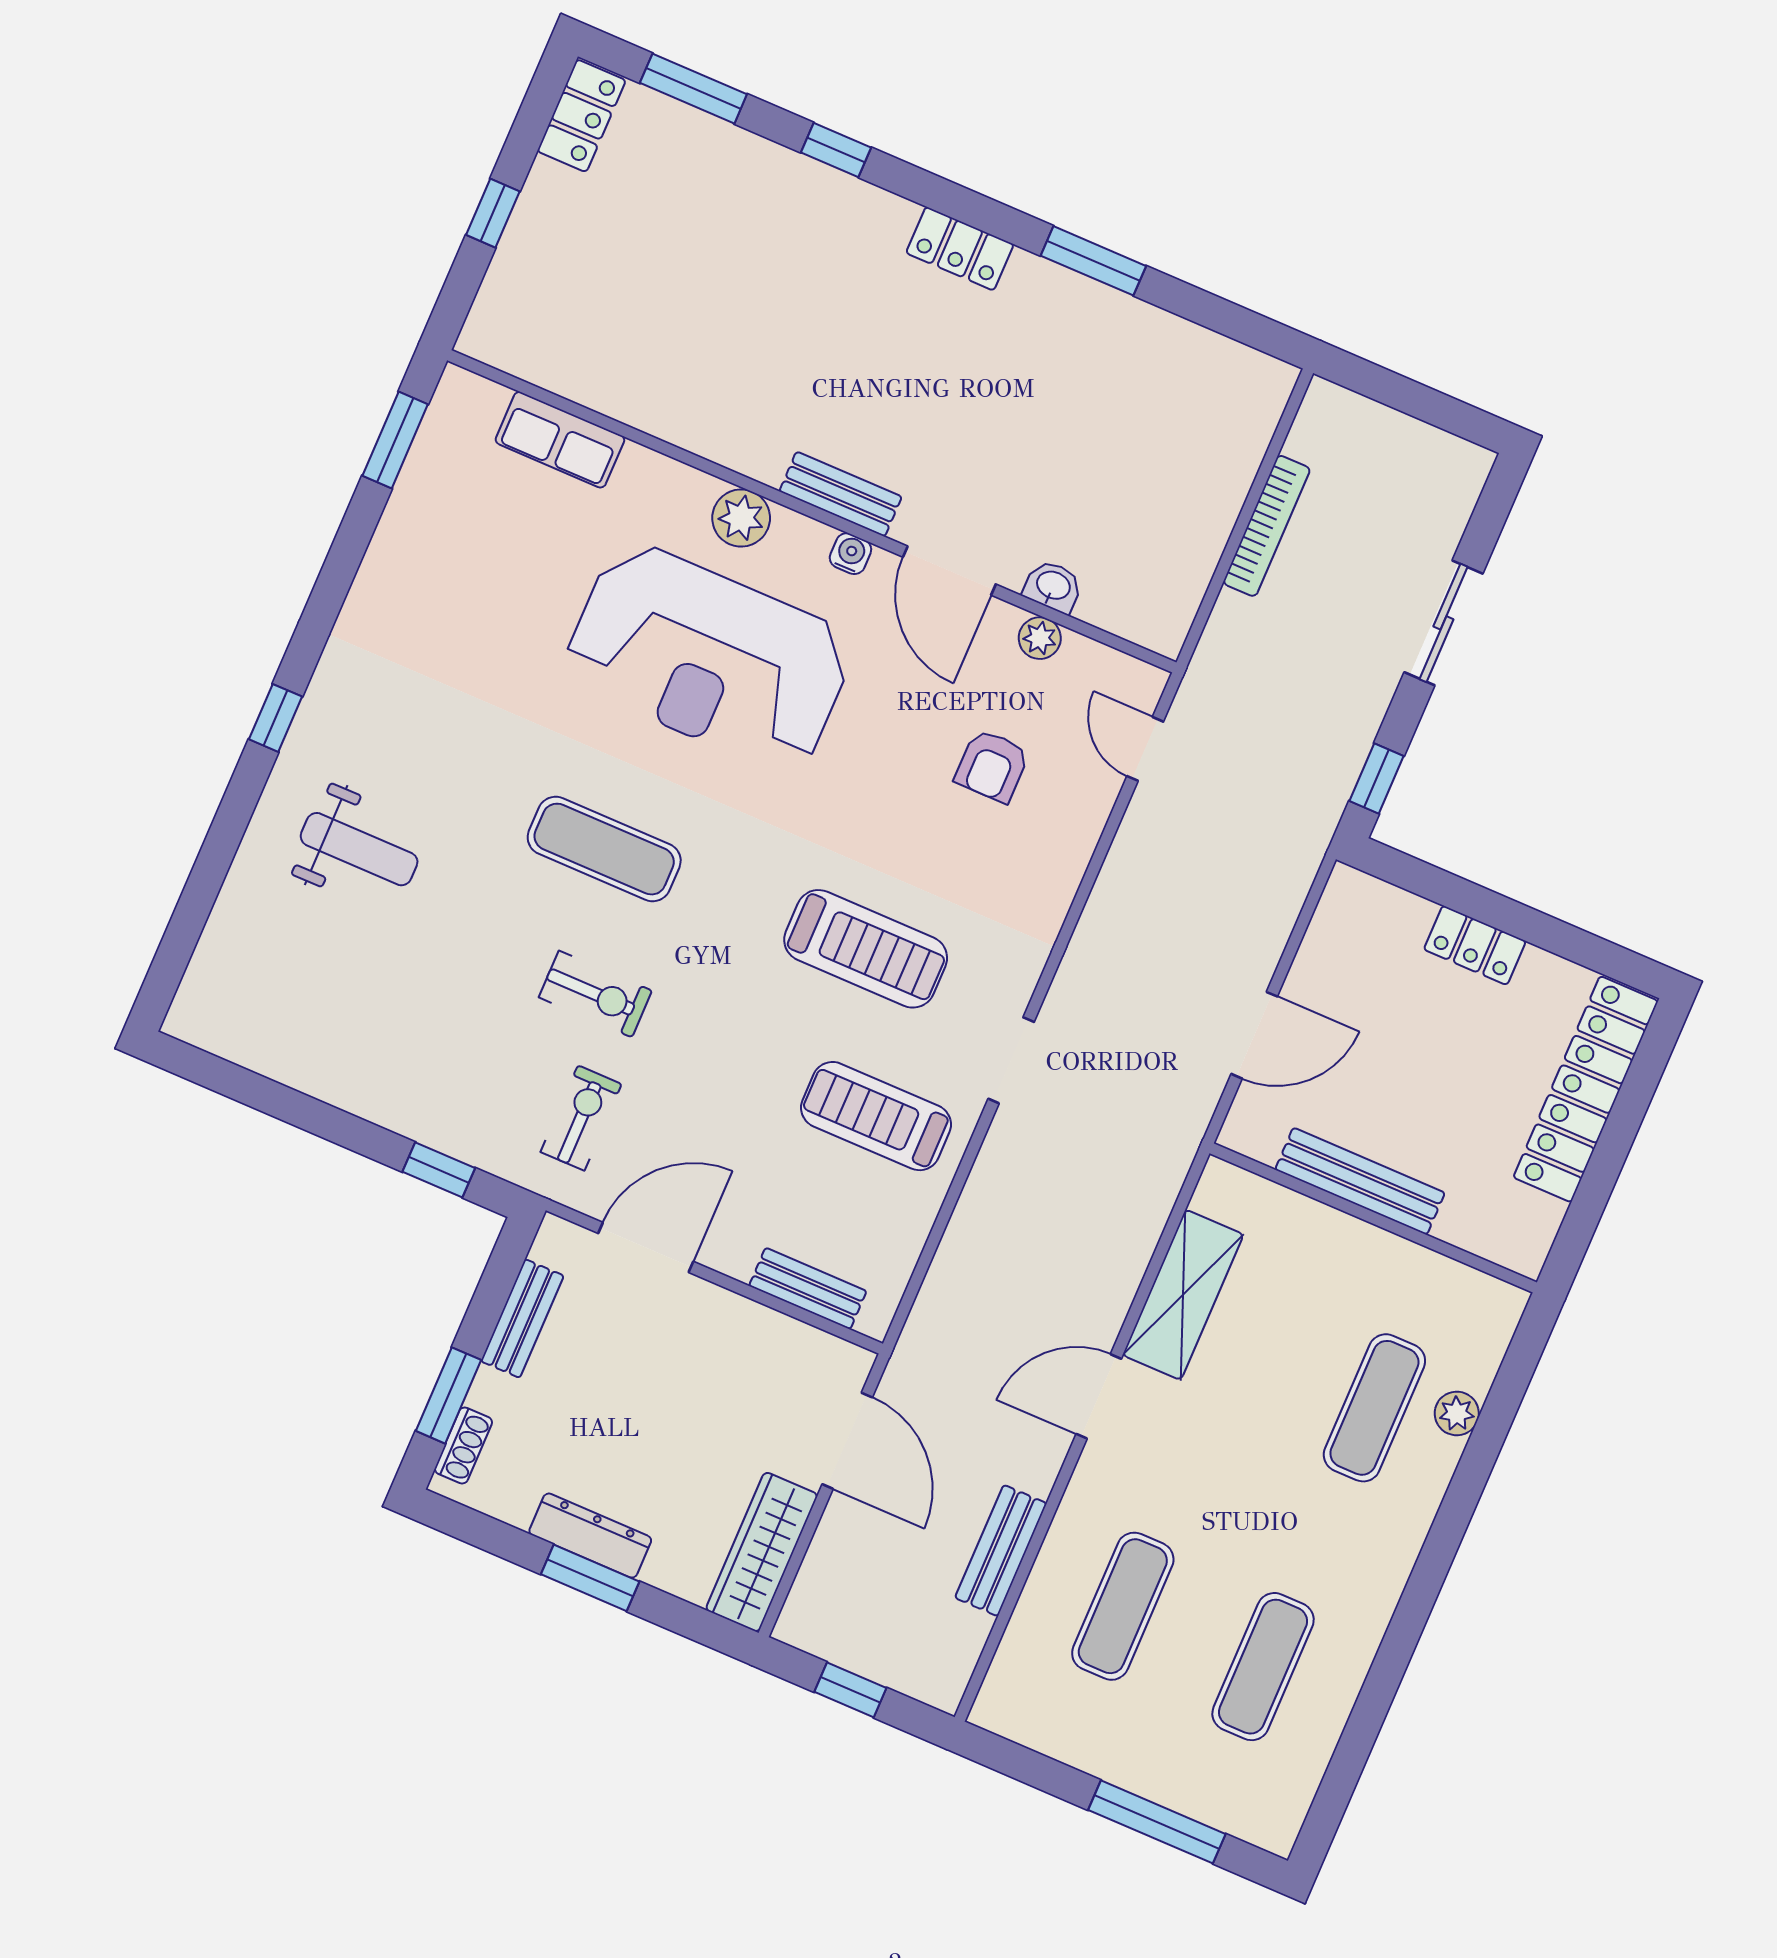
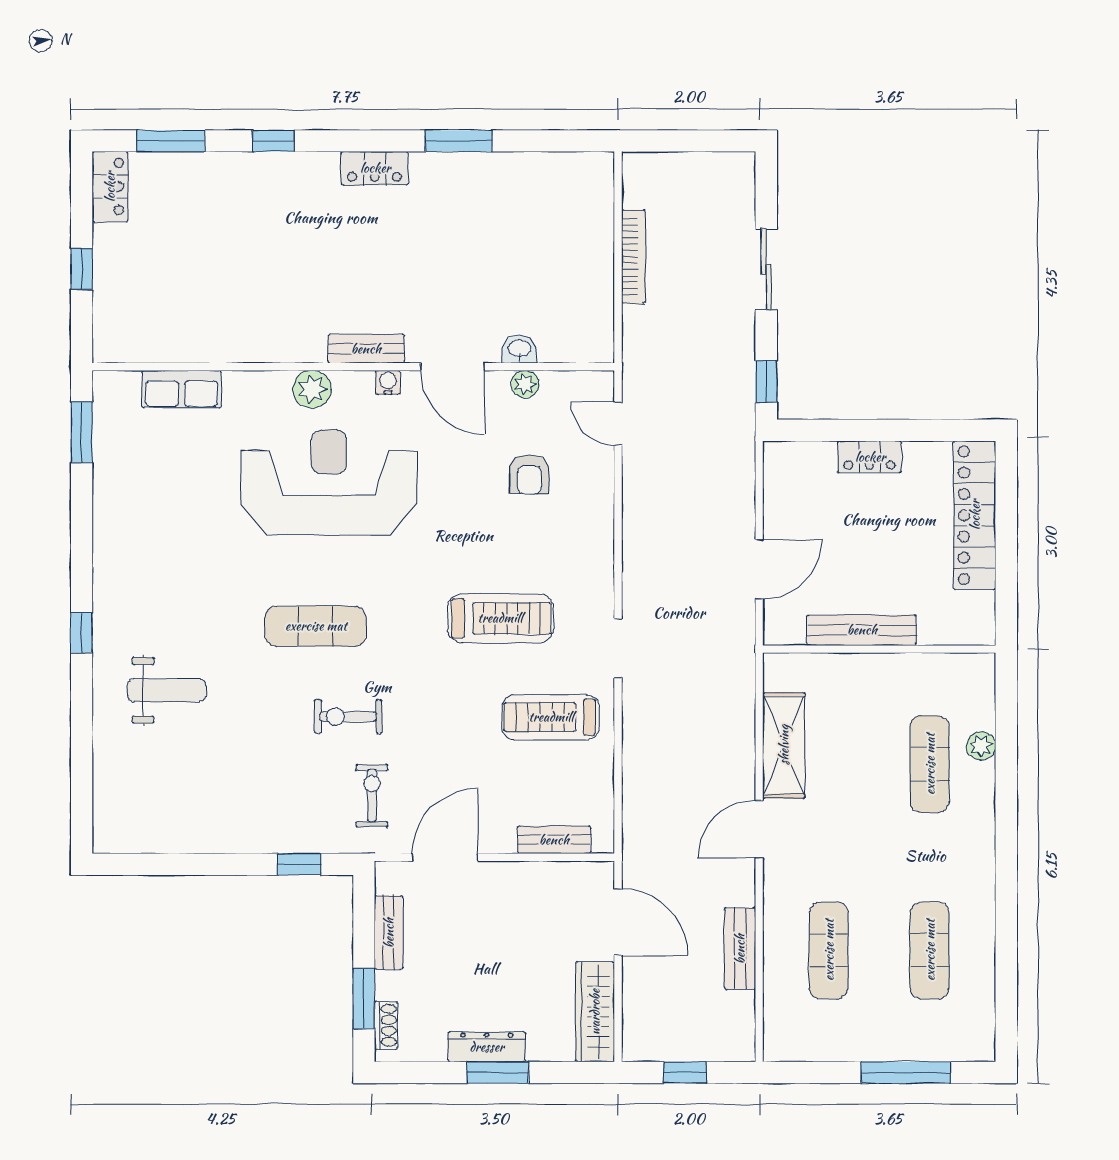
reception desk: (709, 658) -> (329, 482), turned 180
exercise bike: (595, 994) -> (348, 716), turned 180

